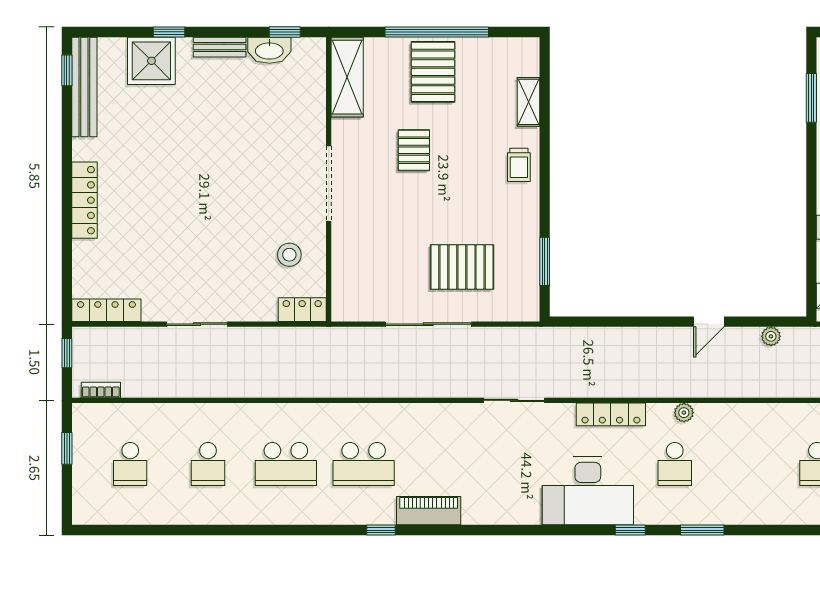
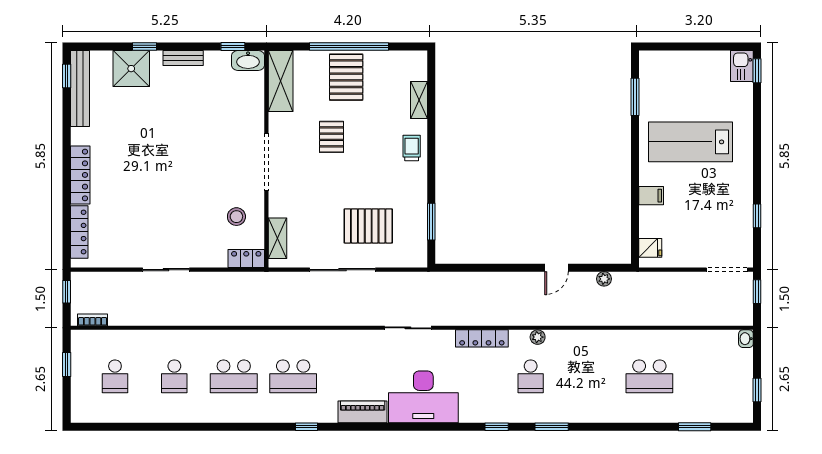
washbasin: (269, 50) -> (248, 60), moved
trolley: (519, 165) -> (412, 148), turned 180
shelving: (343, 283) -> (278, 238), added
locker: (106, 310) -> (79, 232), moved, turned 90
desk: (588, 491) -> (423, 397), moved
piano: (429, 511) -> (363, 412), moved

